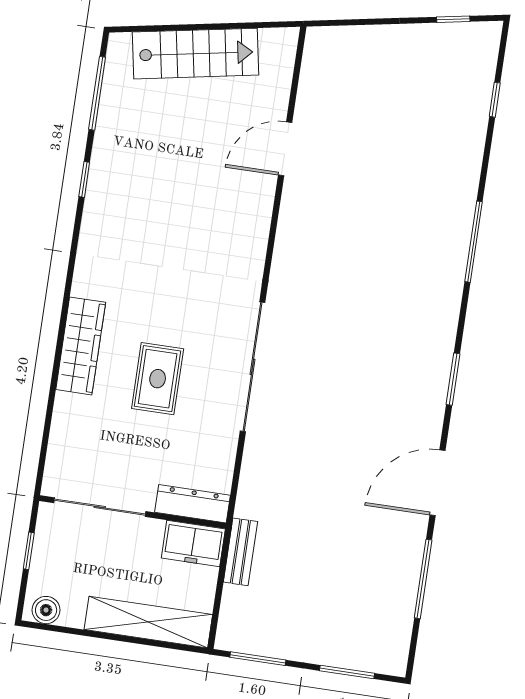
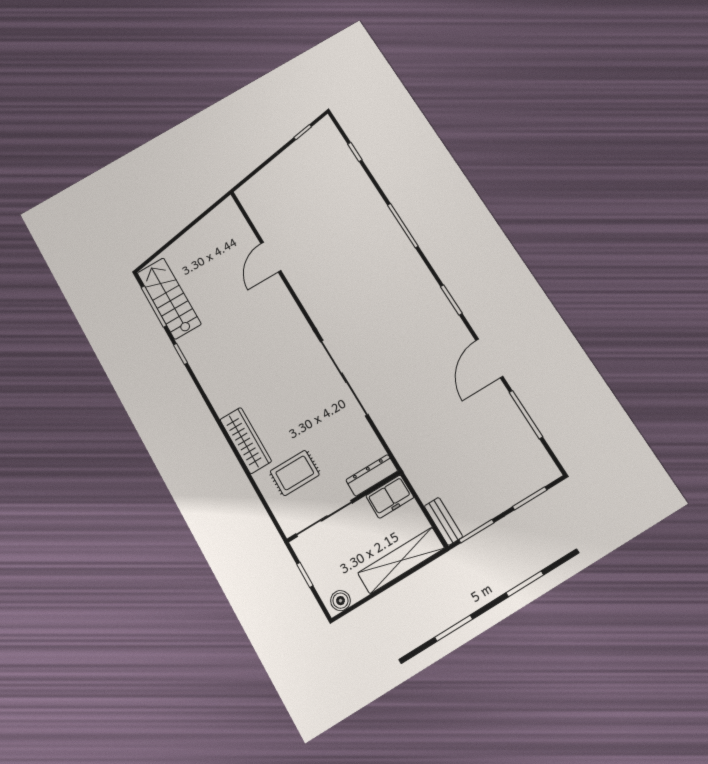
stairs: (196, 54) -> (169, 298), moved, turned -80
rug: (158, 379) -> (295, 473), moved, turned 90
bench: (240, 552) -> (443, 521), moved

